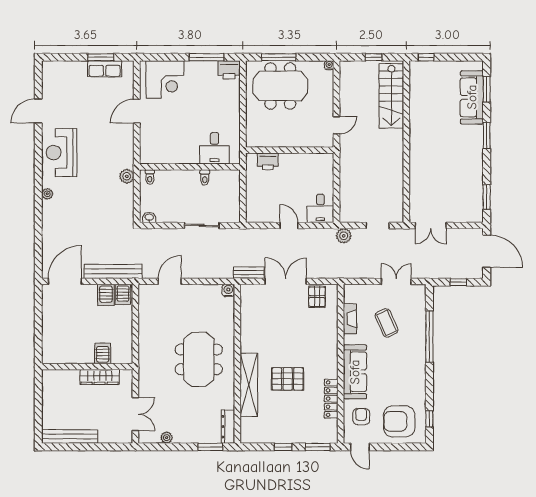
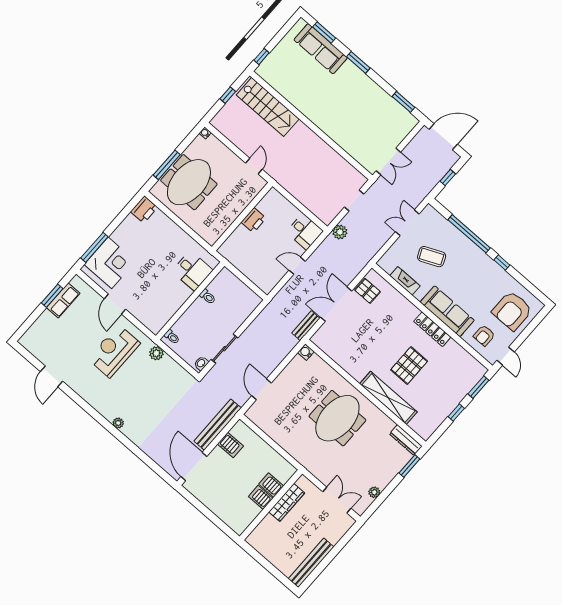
window: (207, 57) -> (94, 247), moved
reception desk: (61, 153) -> (114, 351), moved, turned 90
printer: (268, 161) -> (254, 220), moved
sliding door: (202, 226) -> (225, 349), moved
server rack: (123, 294) -> (261, 497), moved, turned 180
meeting table: (199, 359) -> (337, 418), turned 90
locker: (331, 399) -> (432, 329), moved
armchair: (361, 417) -> (484, 336), turned -90
window: (429, 419) -> (502, 262), moved
door: (360, 447) -> (506, 356), hinge flipped

